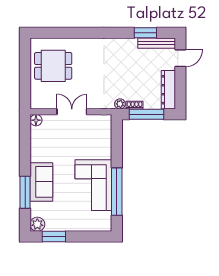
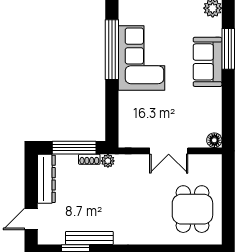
bench: (157, 43) -> (89, 238), moved
dining table: (53, 66) -> (192, 209), turned 90

